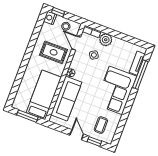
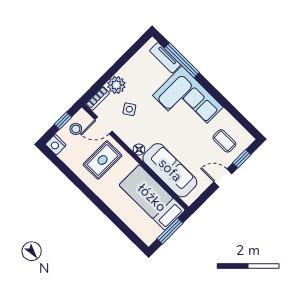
window: (58, 12) -> (63, 121), moved

